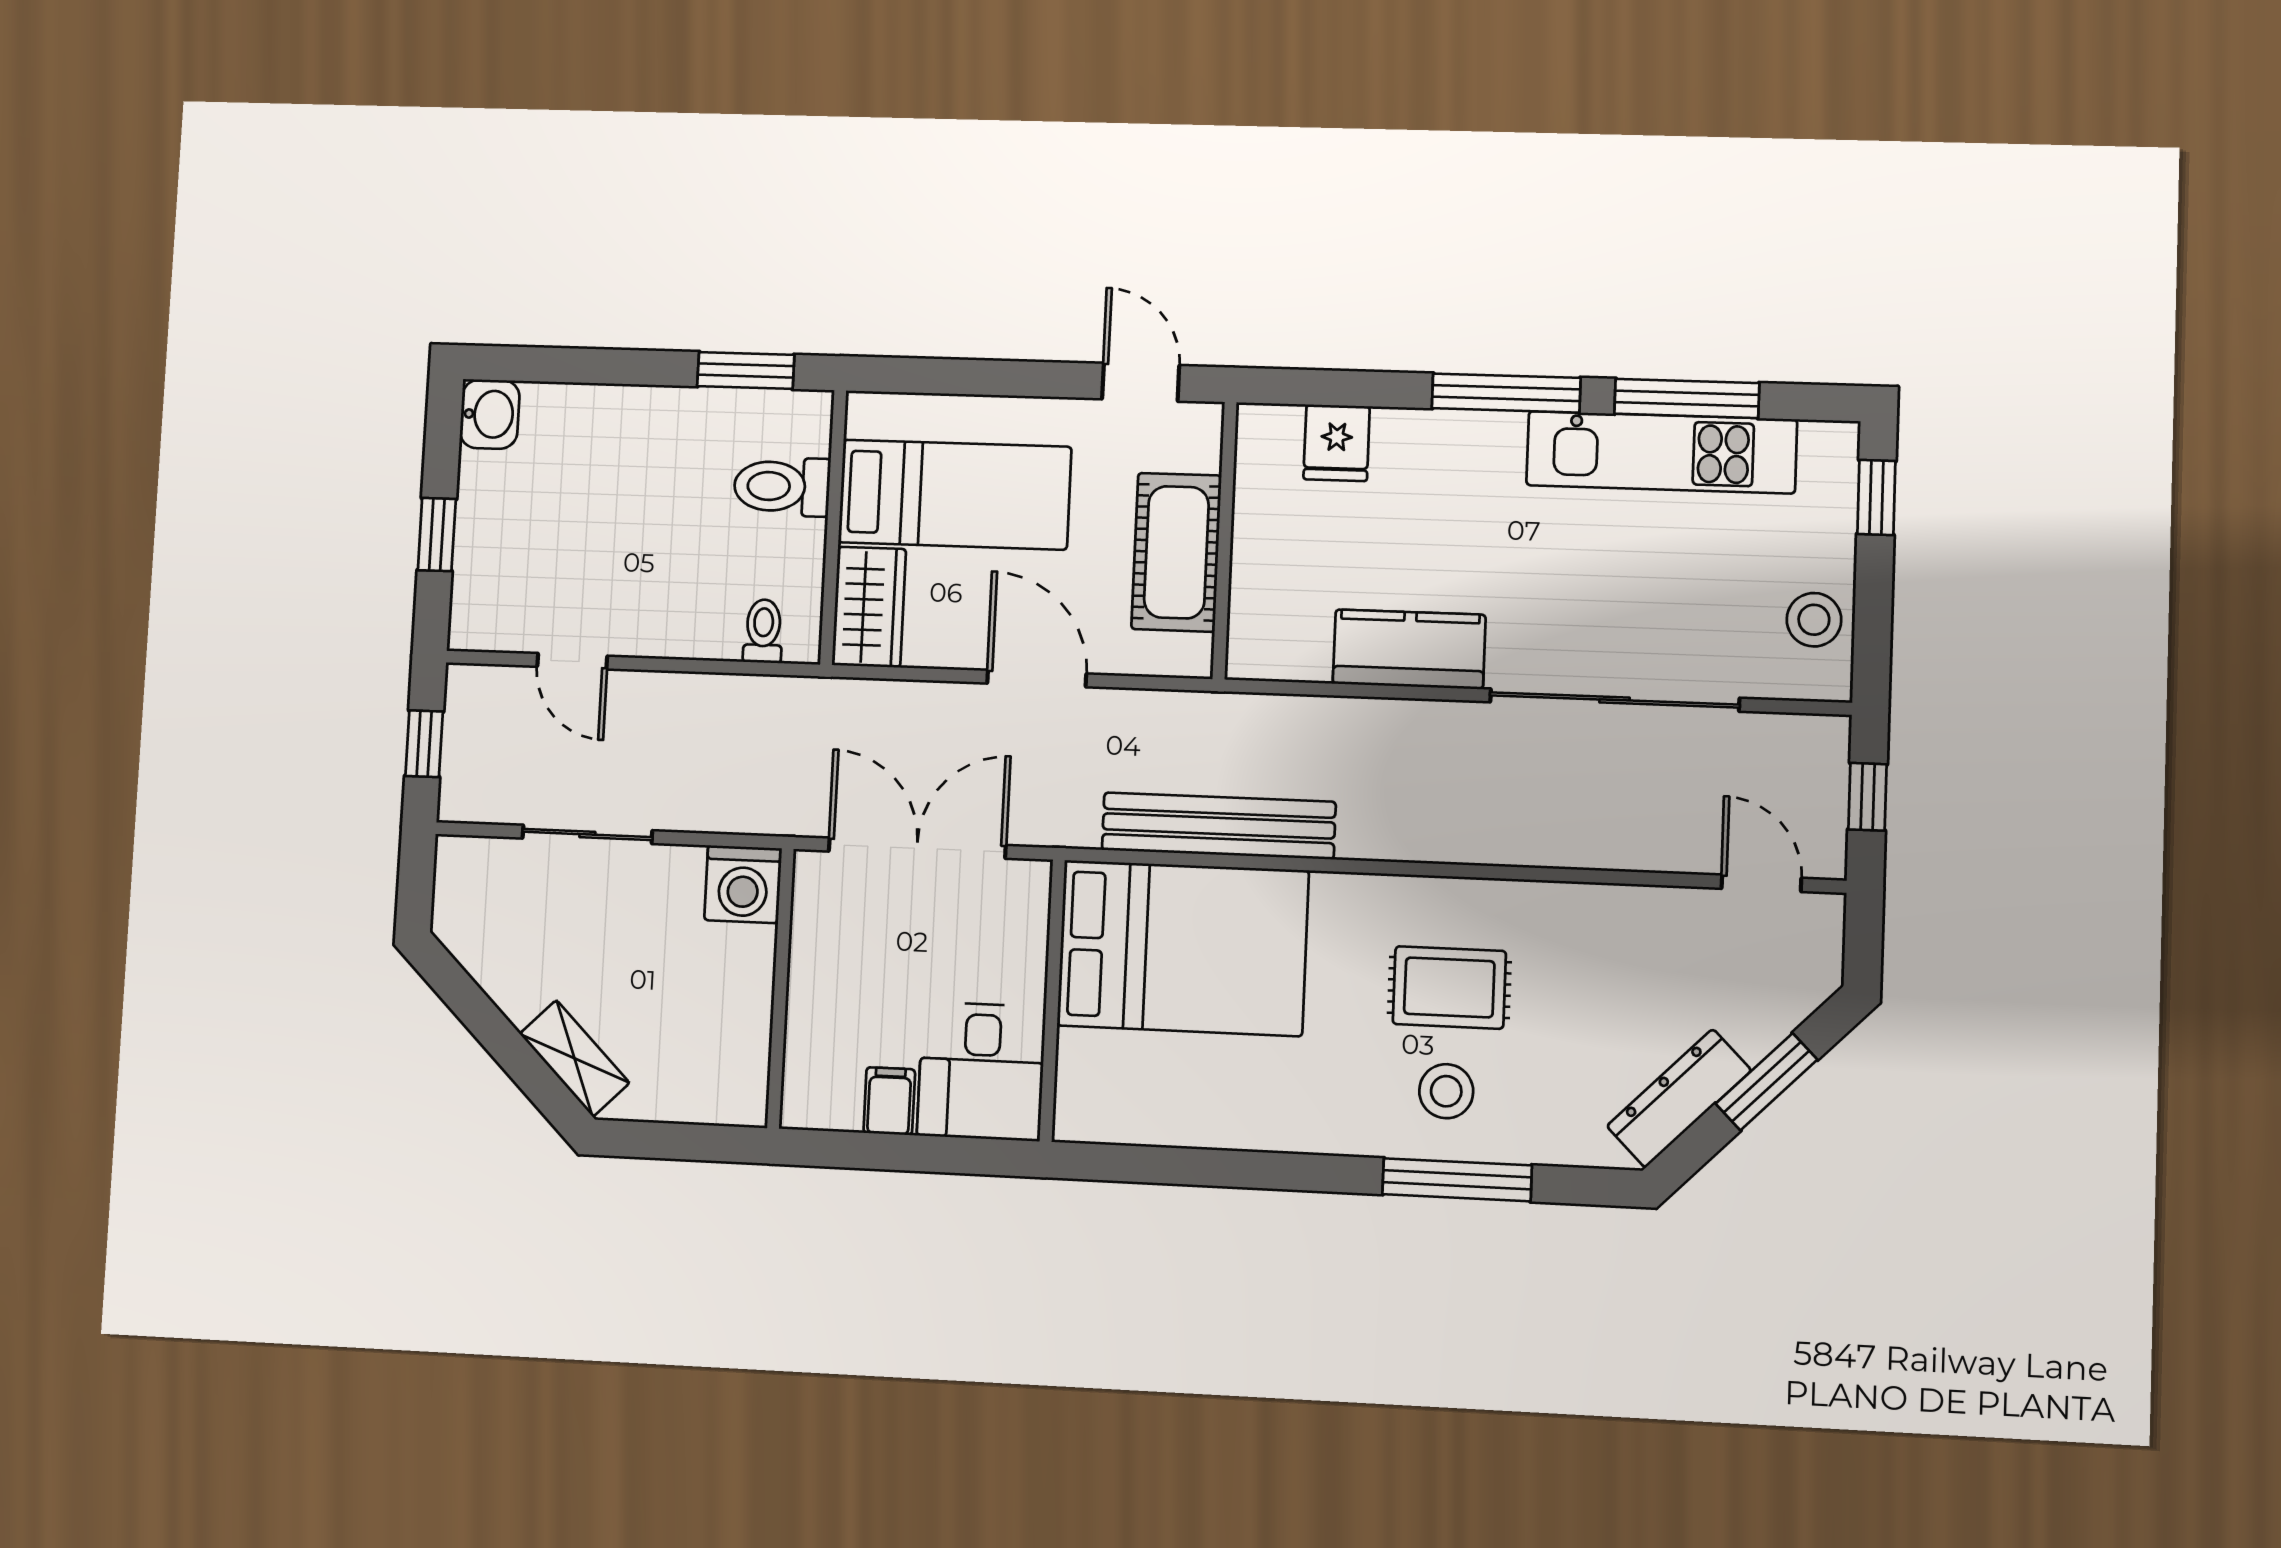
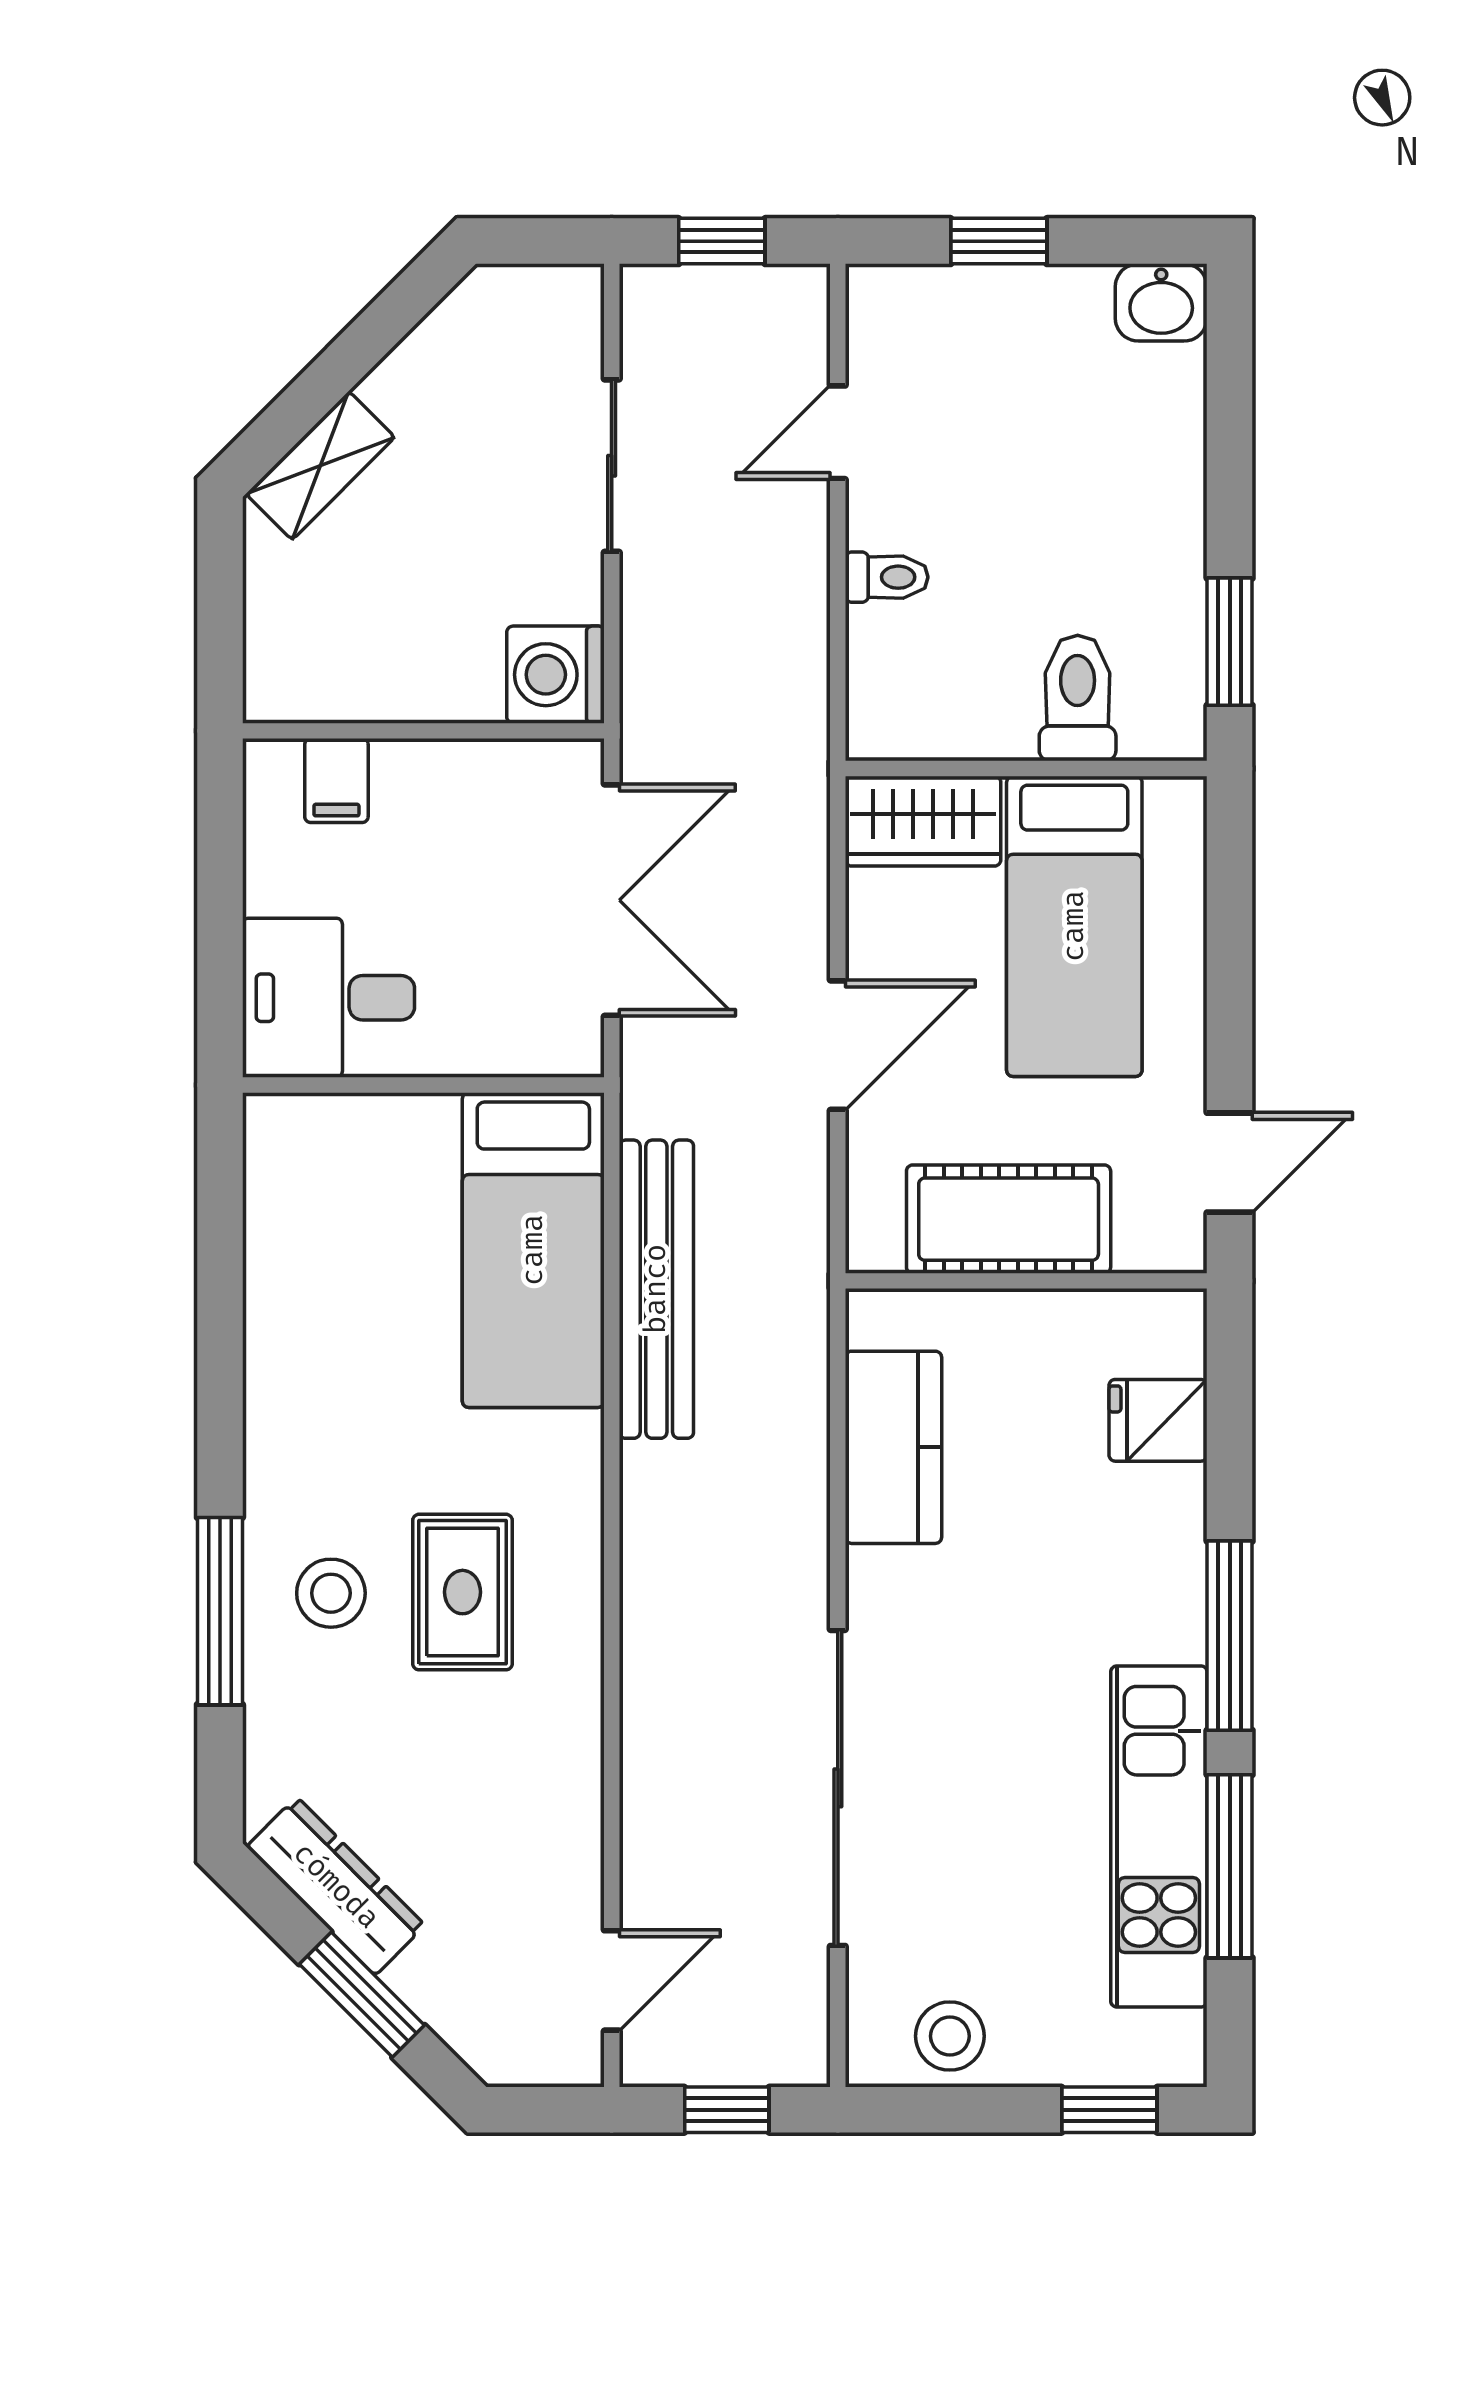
toilet: (763, 631) -> (887, 577), moved
kitchen counter: (1409, 649) -> (893, 1447), moved
bed: (1183, 948) -> (533, 1250), width x0.67
filing cabinet: (889, 1101) -> (336, 781), moved, turned 90

